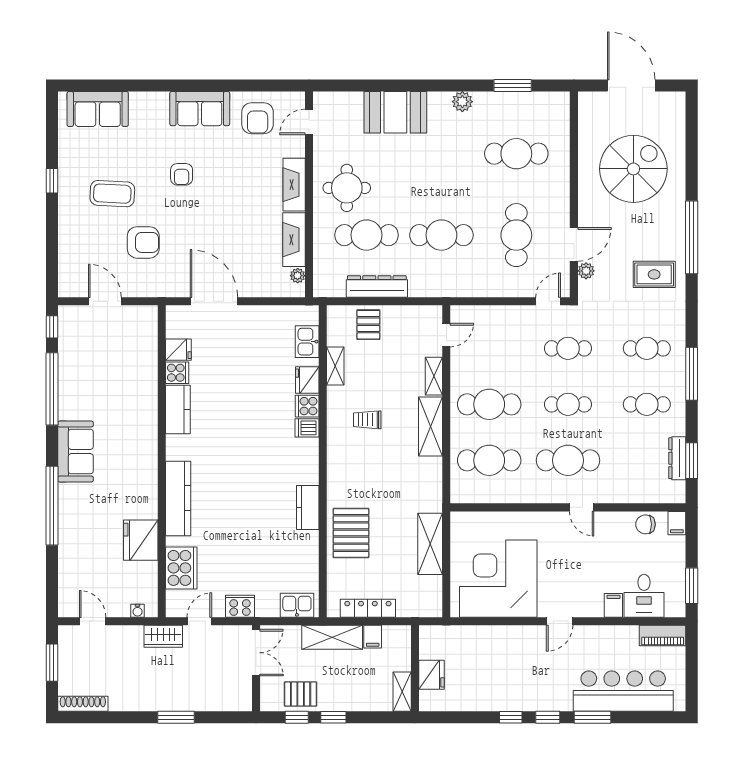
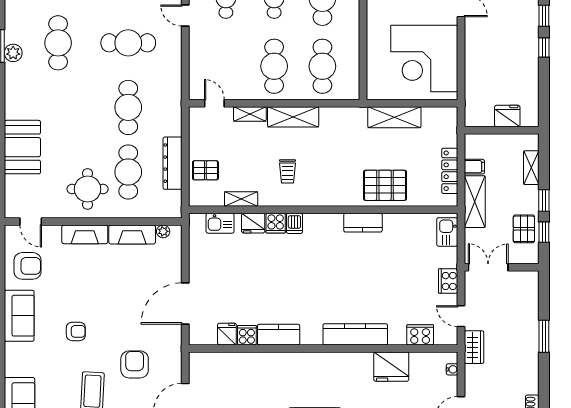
plant: (462, 102) -> (13, 53), moved
cooker: (181, 568) -> (420, 335), width x0.73, depth x0.76
shelving: (402, 692) -> (531, 168), moved, turned 90

